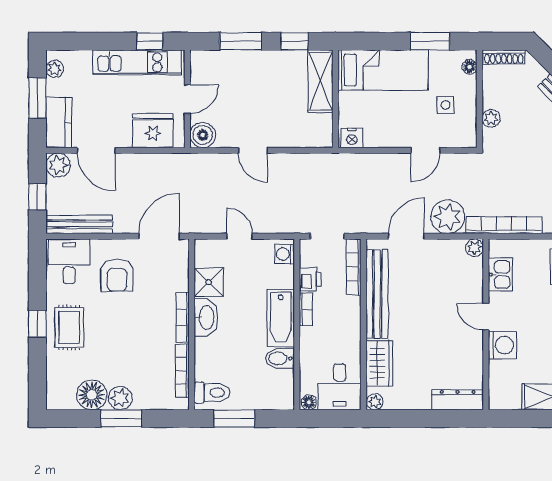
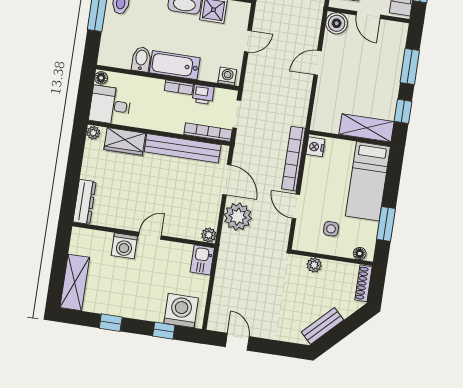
bookcase: (504, 225) -> (294, 159), moved, turned 180
kitchen sink: (500, 275) -> (202, 260), moved, turned 90

